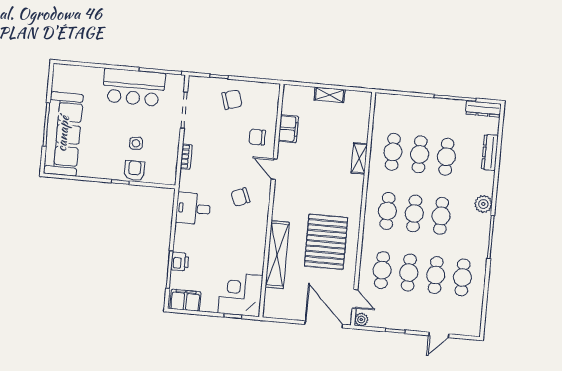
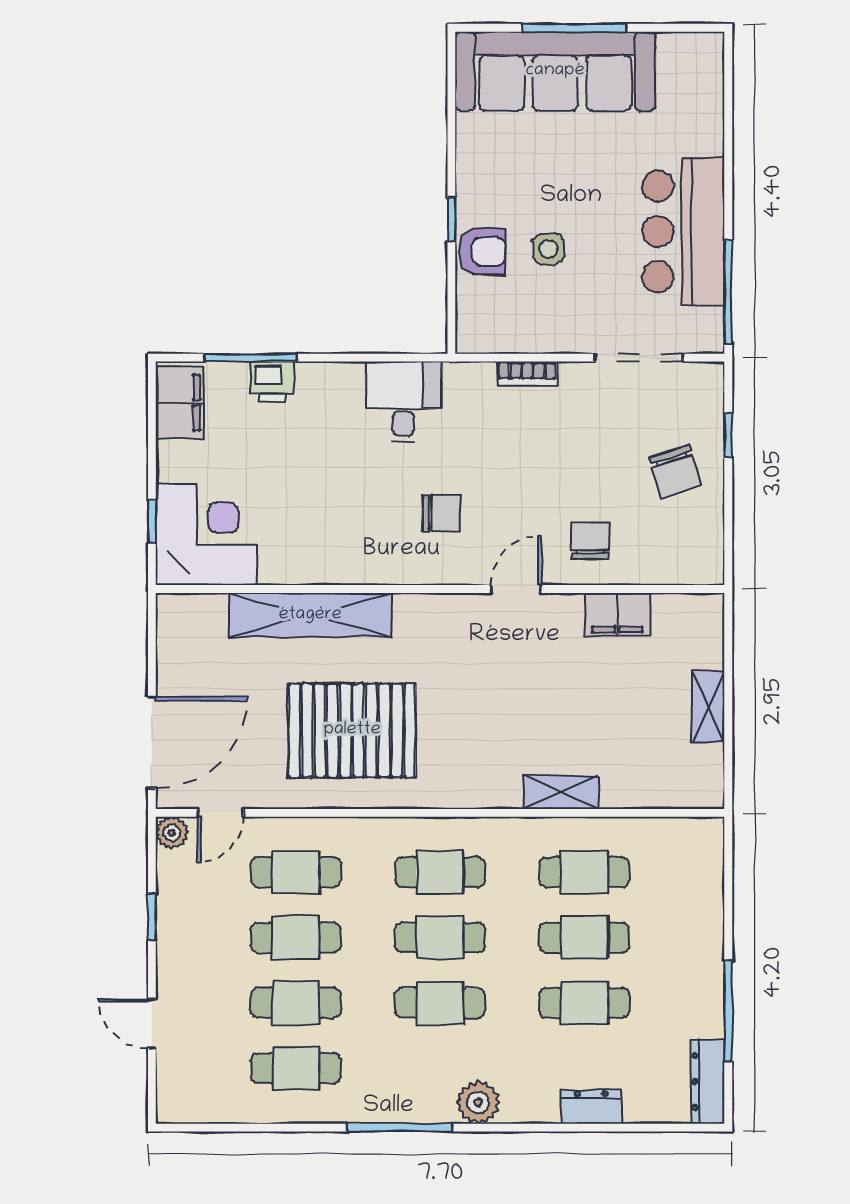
dresser: (490, 152) -> (591, 1107), width x0.70
chair: (240, 197) -> (441, 513), turned 112

